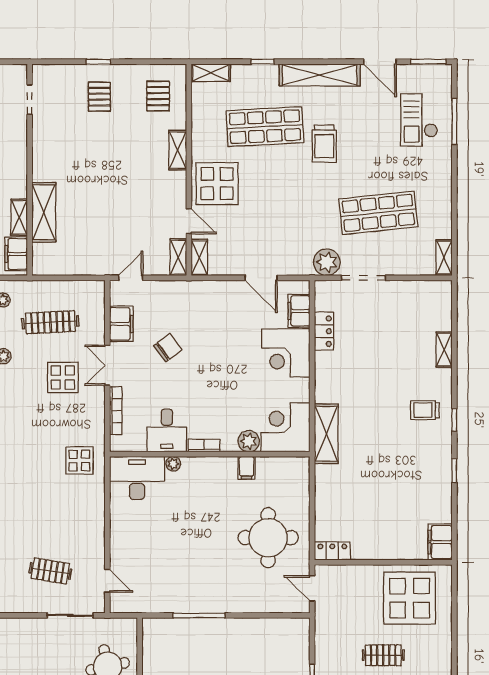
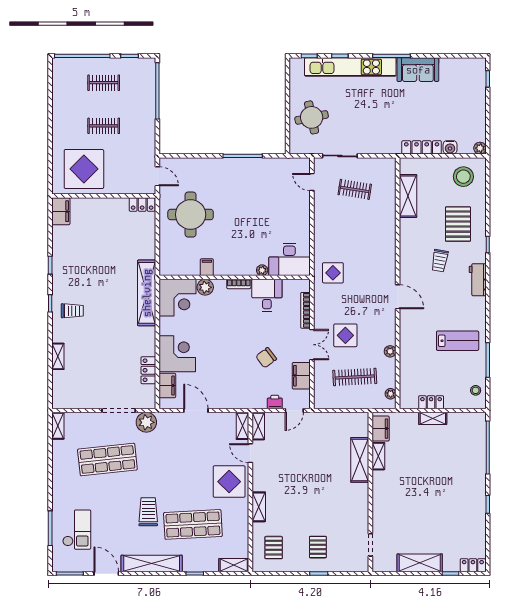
printer: (156, 289) -> (275, 402), added
shelving: (326, 434) -> (147, 293), width x1.47

